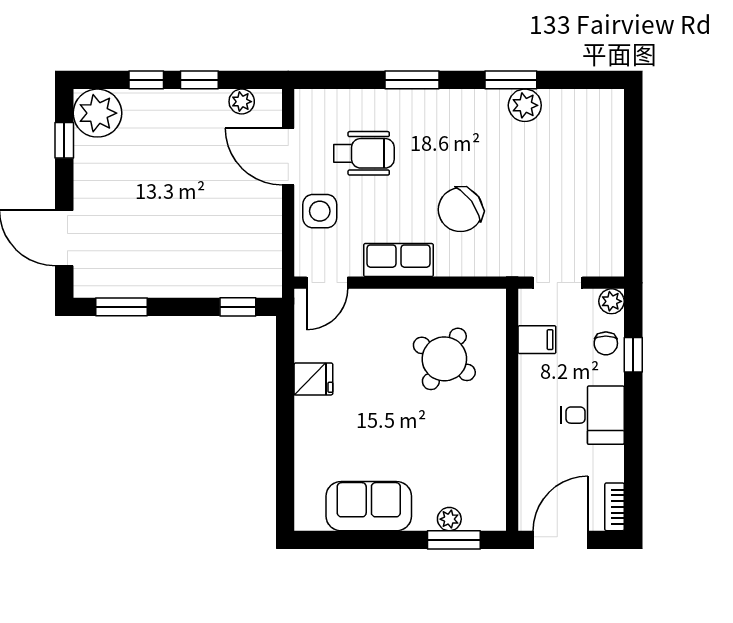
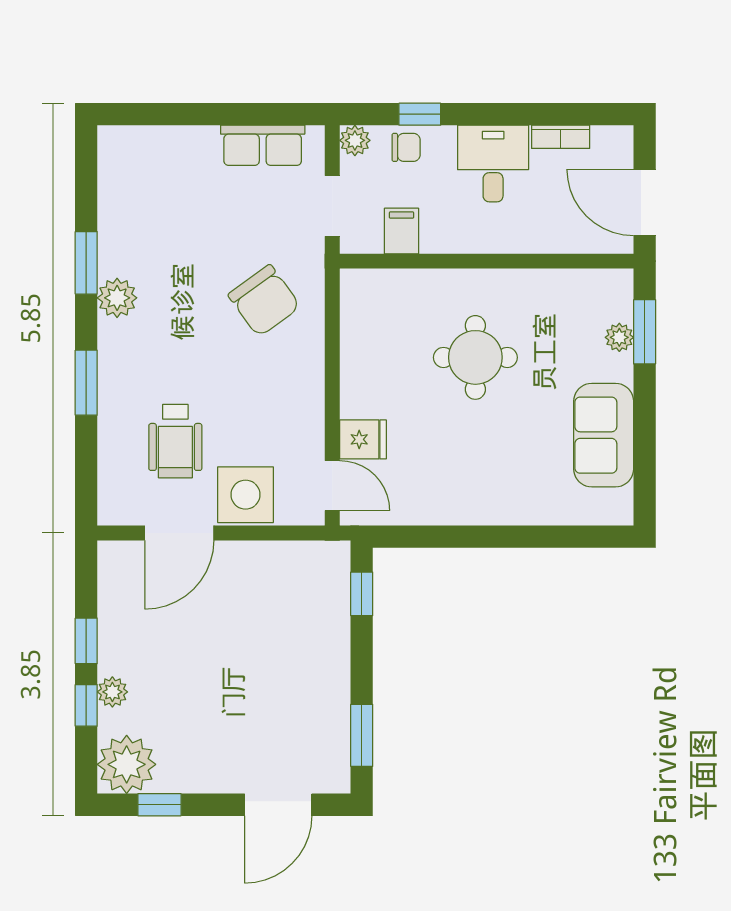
plant: (242, 102) -> (112, 692), moved
plant: (525, 105) -> (117, 298), moved
wheelchair: (364, 153) -> (175, 441), turned 180
chair: (460, 210) -> (264, 301), moved
side table: (320, 211) -> (245, 495), width x1.37, depth x1.37
row of seats: (398, 260) -> (263, 145), moved, turned -90
round table: (444, 359) -> (475, 357), moved, turned -31
fridge: (313, 379) -> (363, 439), moved, turned 90
bookcase: (615, 507) -> (561, 137), moved

